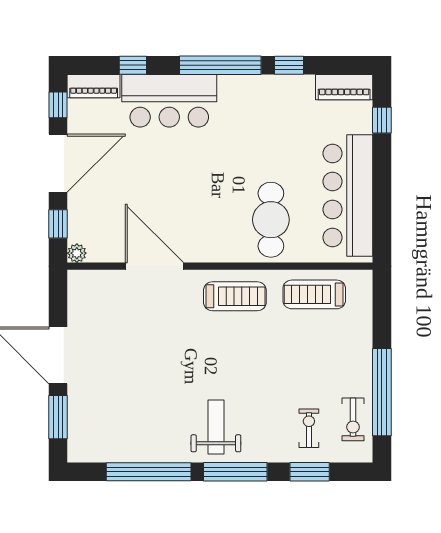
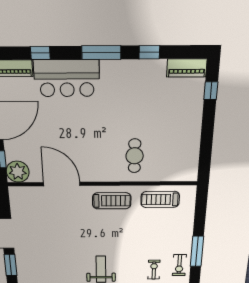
window: (220, 65) -> (101, 53), width x0.68
bar counter: (348, 195) -> (185, 140), removed
cafe table: (271, 220) -> (135, 156), width x0.73, depth x0.74
plant: (77, 253) -> (18, 172), width x1.87, depth x1.87
window: (382, 392) -> (197, 251), width x0.68

